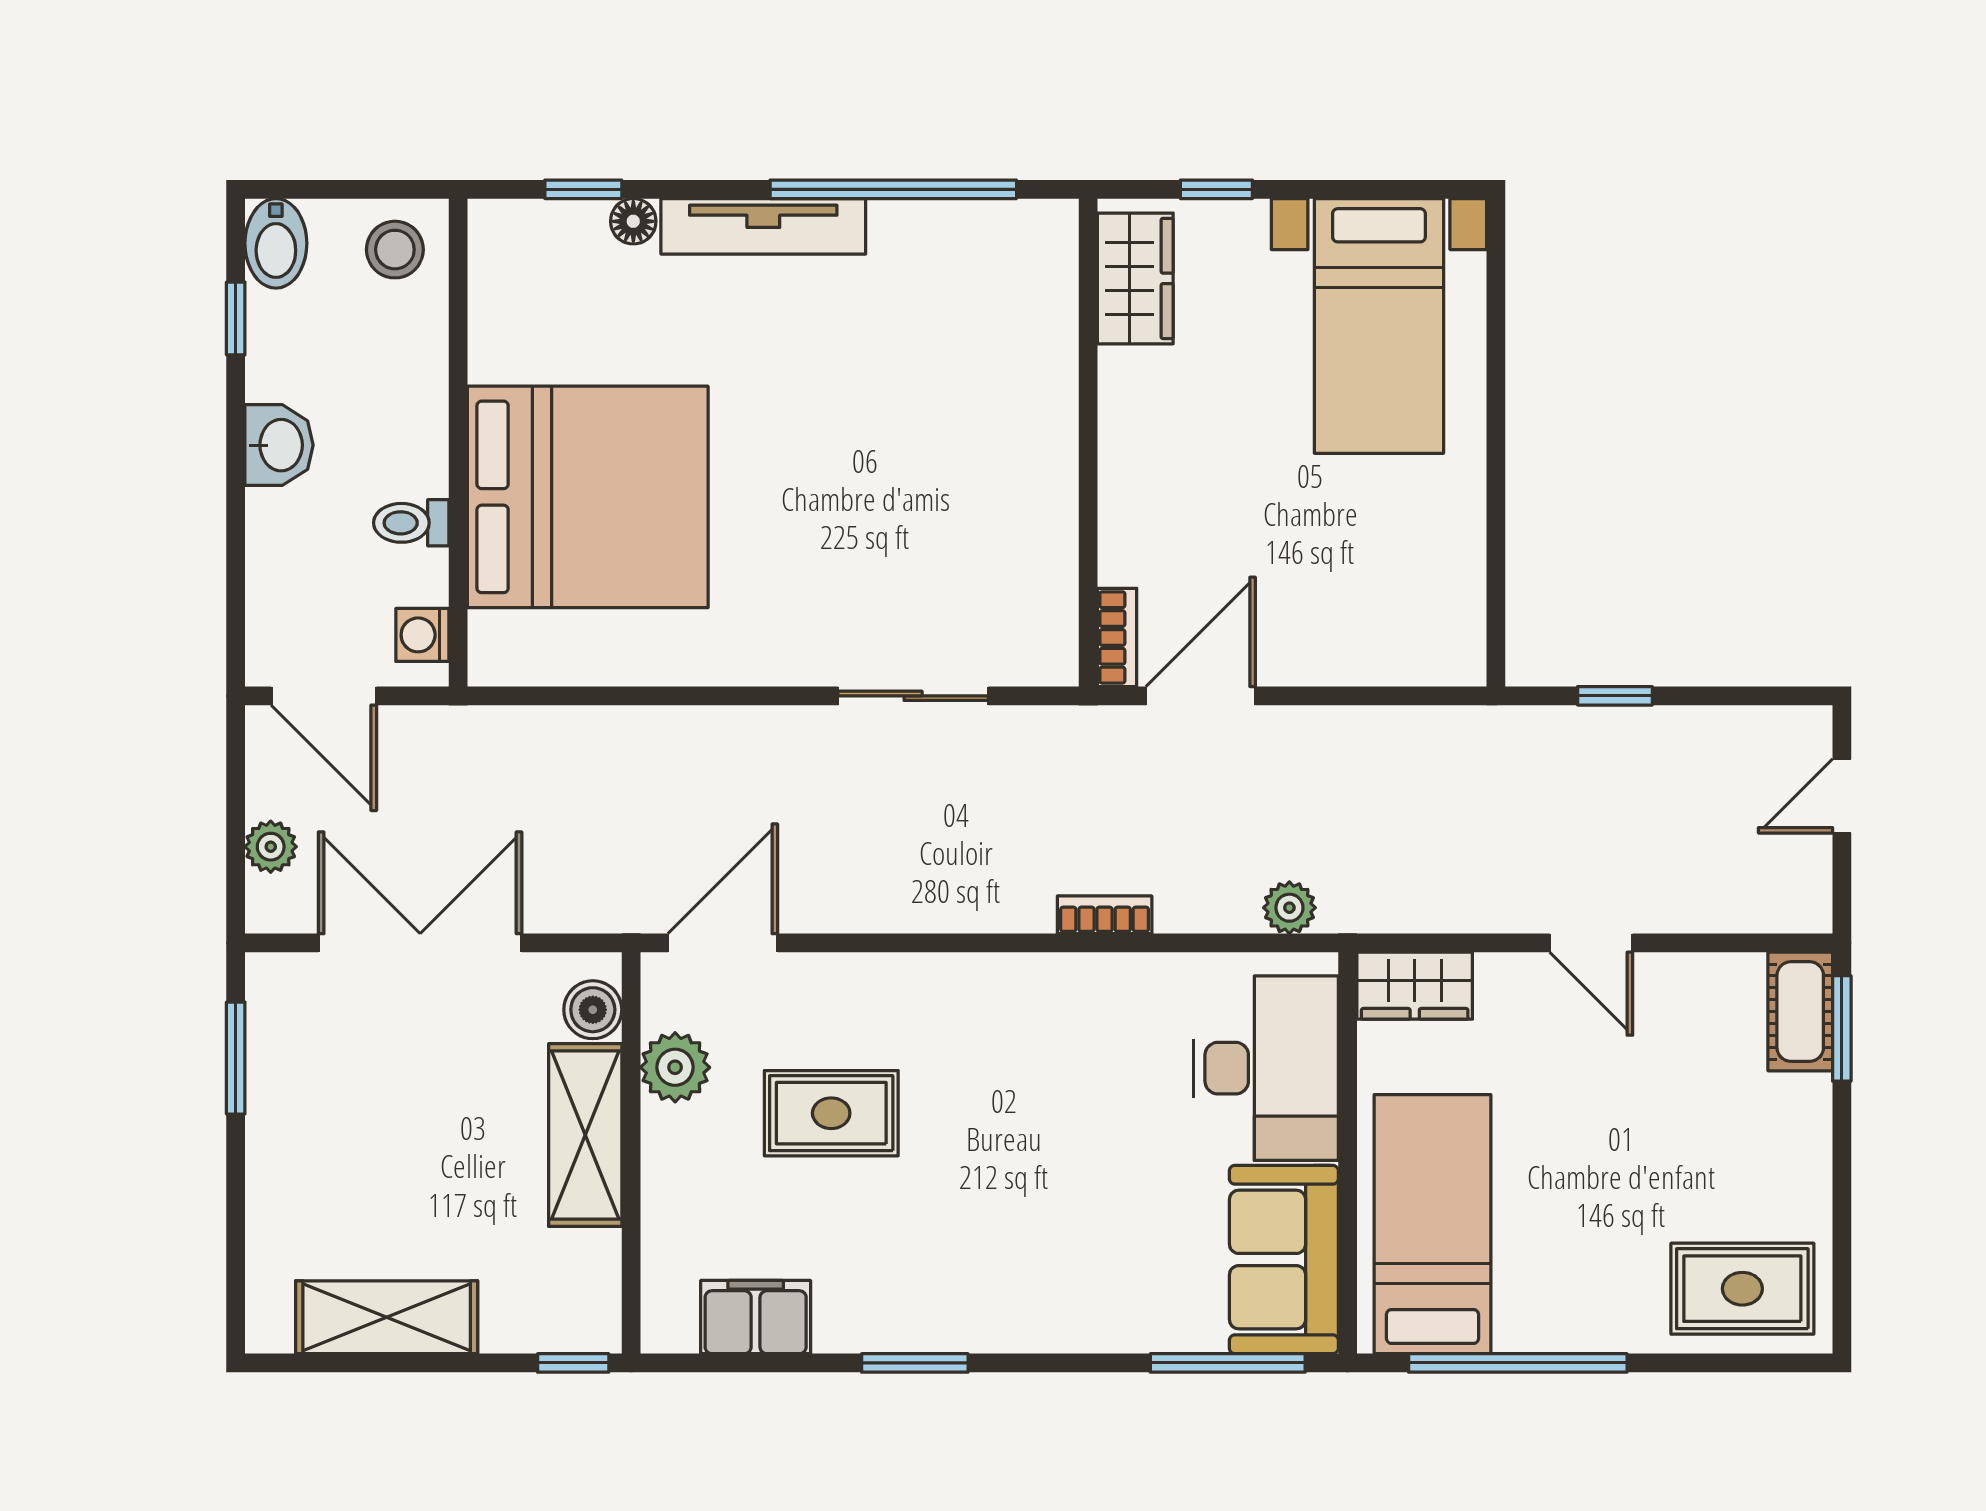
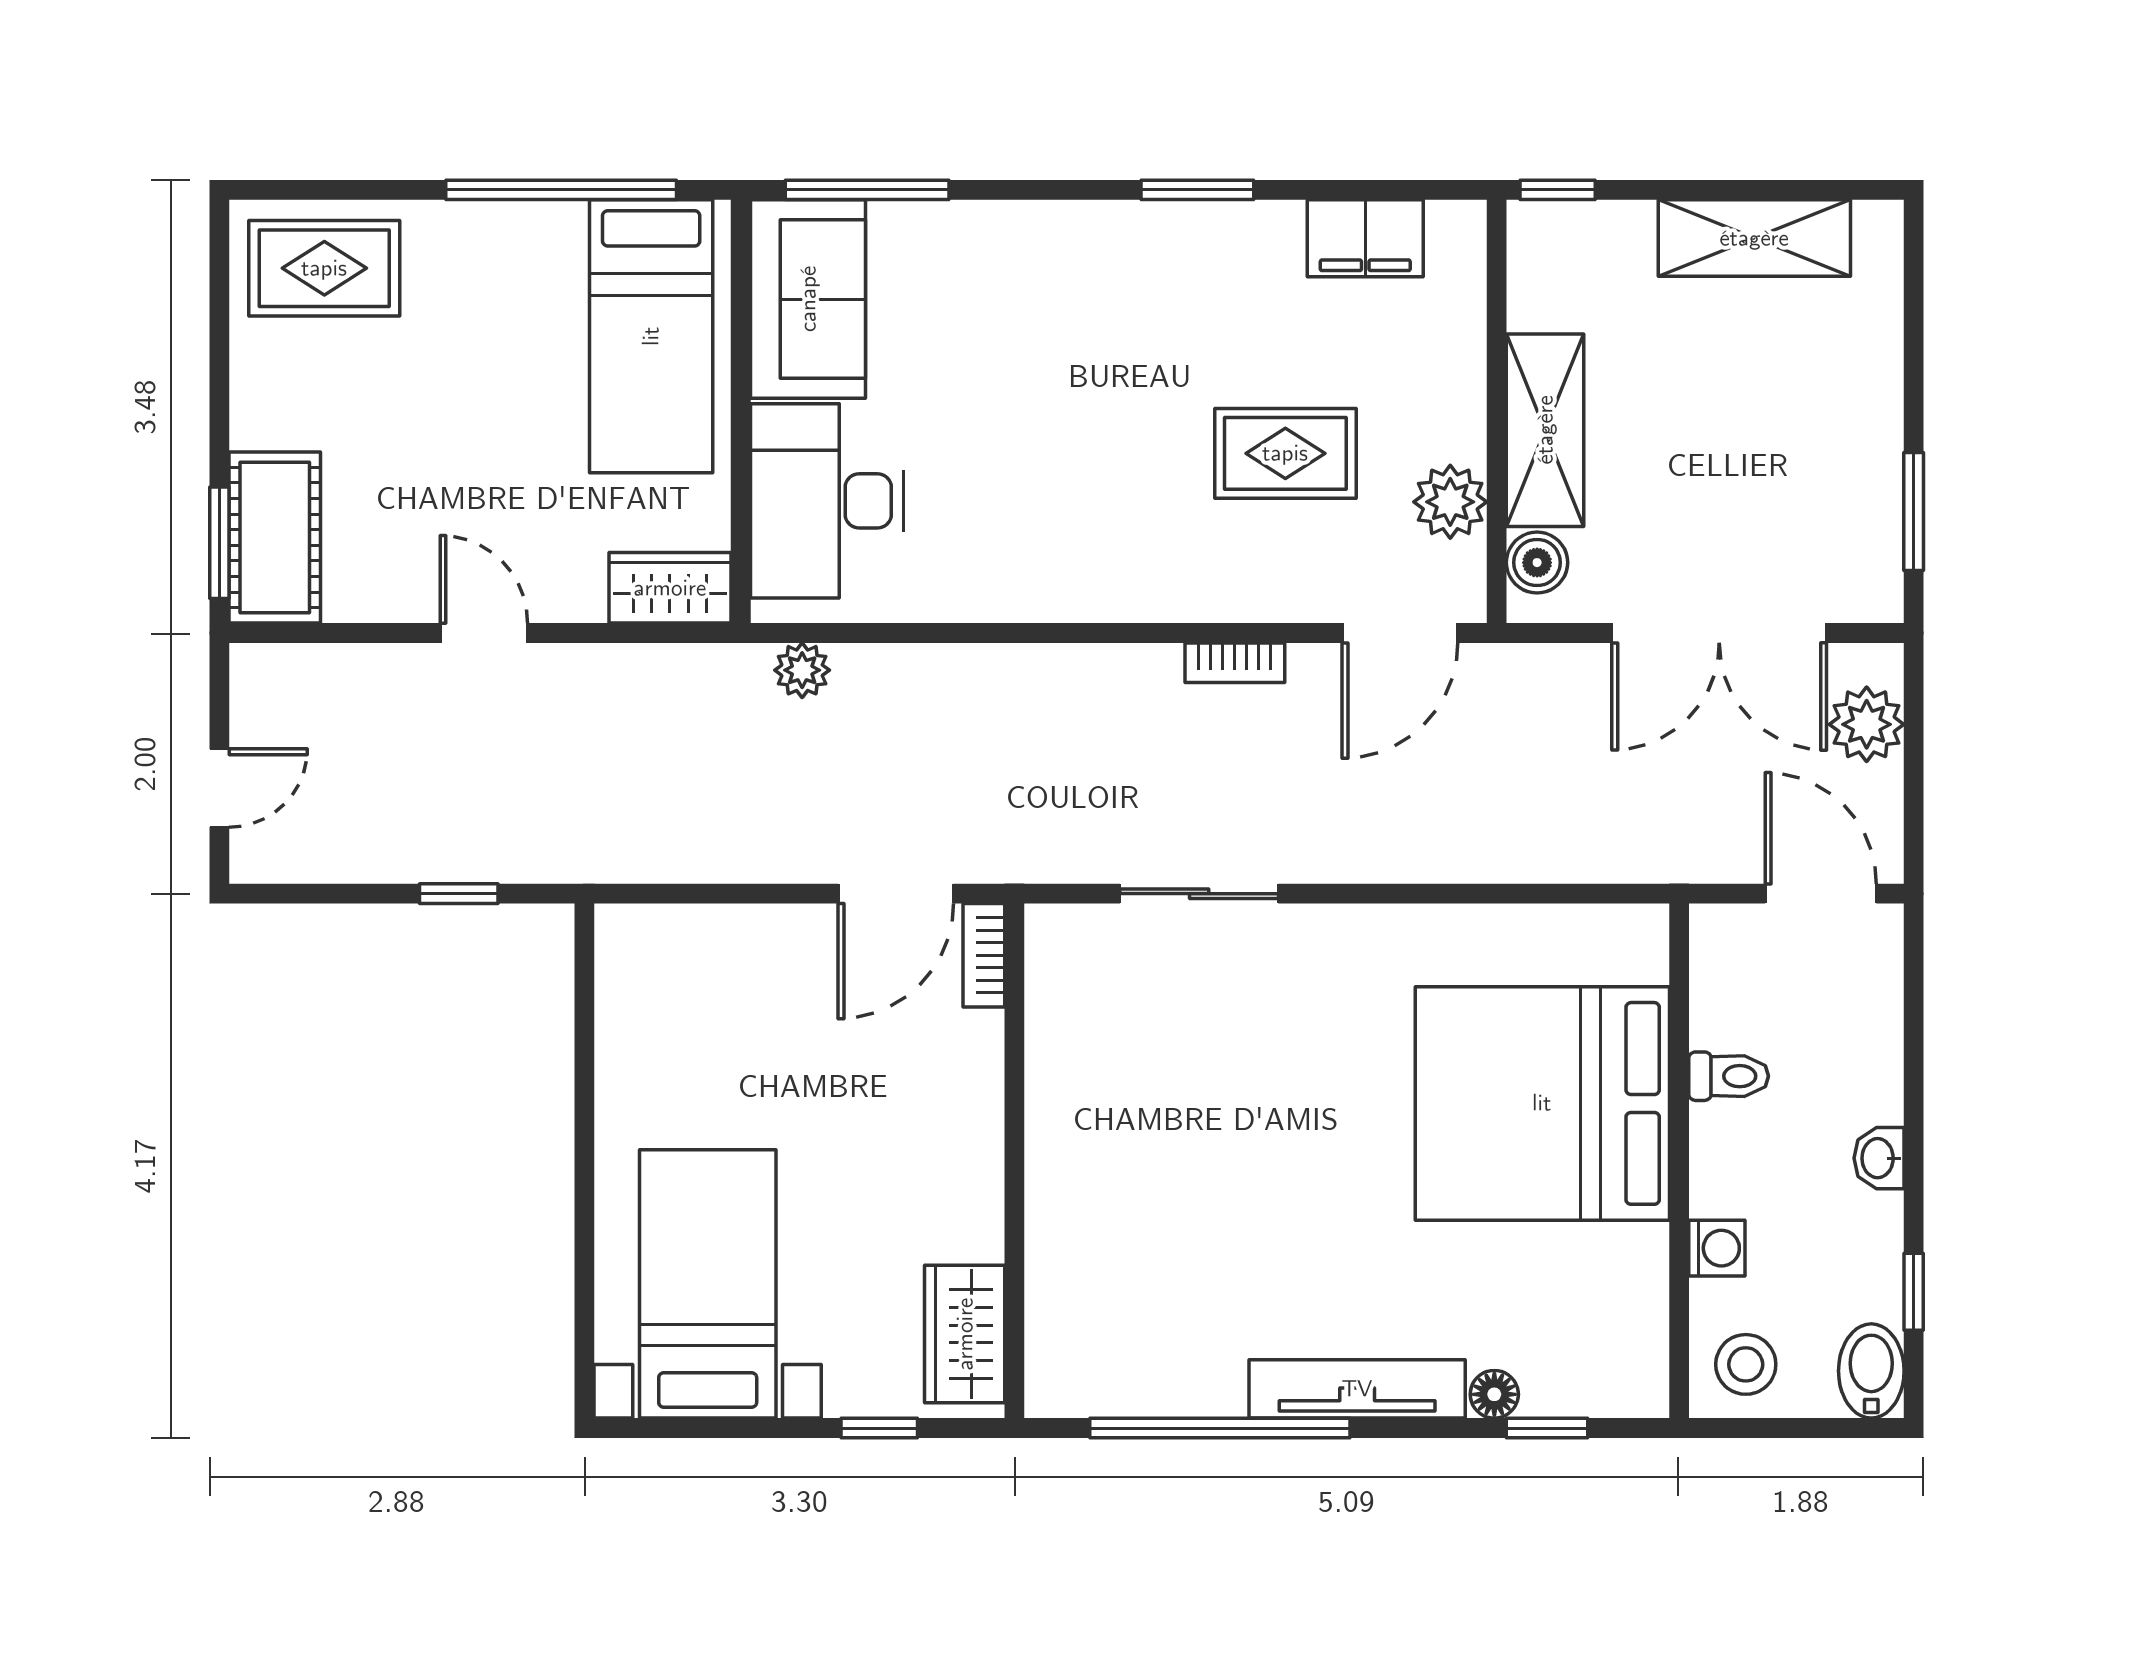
washbasin: (279, 445) -> (1879, 1158), width x0.72, depth x0.69
washing machine: (422, 635) -> (1717, 1248), moved
plant: (271, 847) -> (1867, 724), width x1.38, depth x1.38
bookcase: (1105, 915) -> (1235, 663), moved
cot: (1800, 1012) -> (275, 538), width x1.37, depth x1.34

